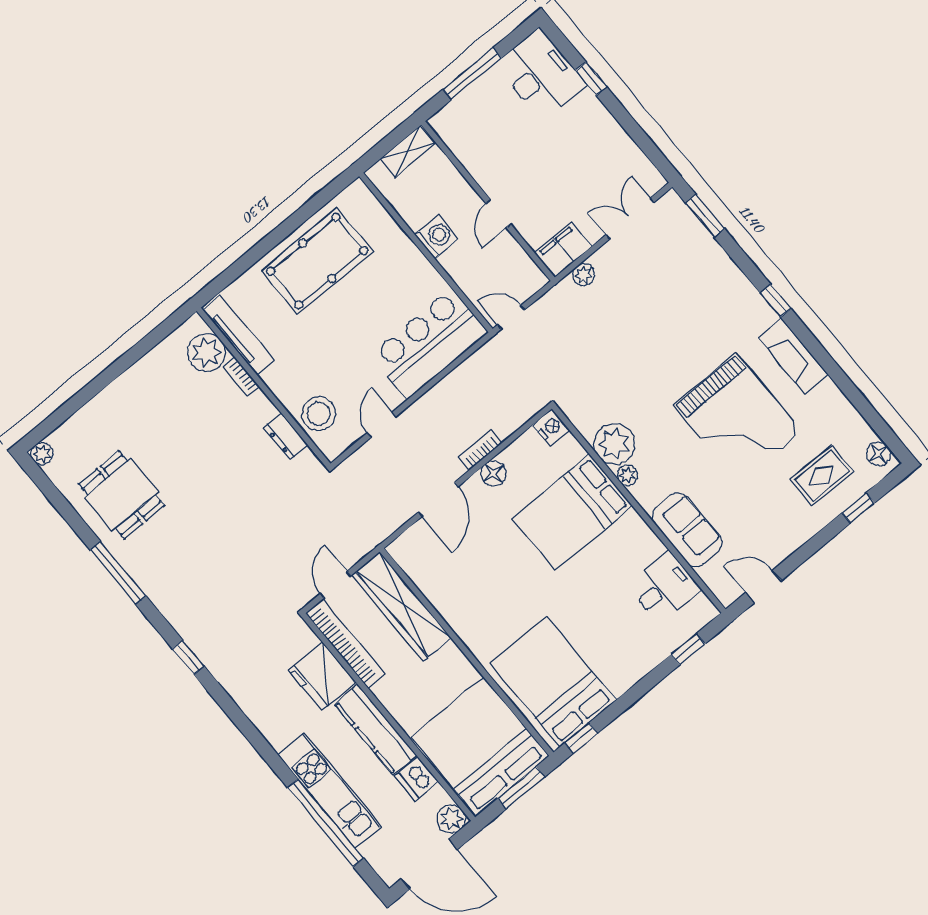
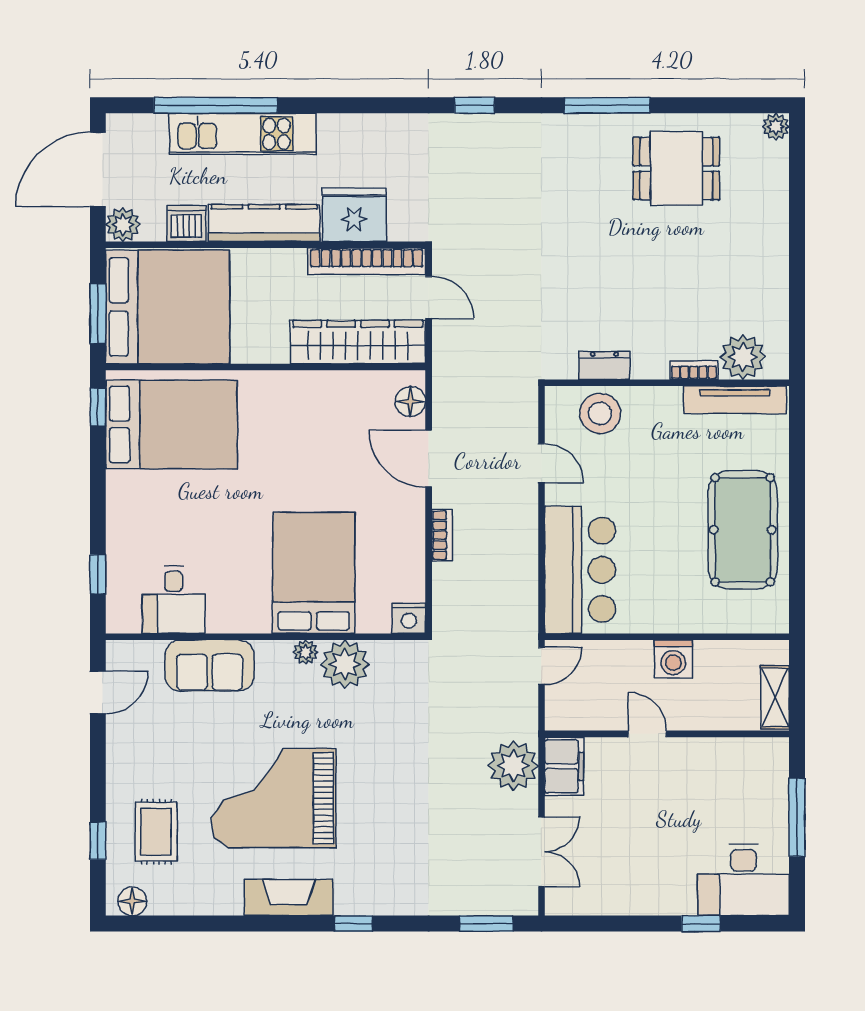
plant: (584, 275) -> (513, 766), width x1.88, depth x1.88
floor lamp: (493, 473) -> (410, 401), moved

